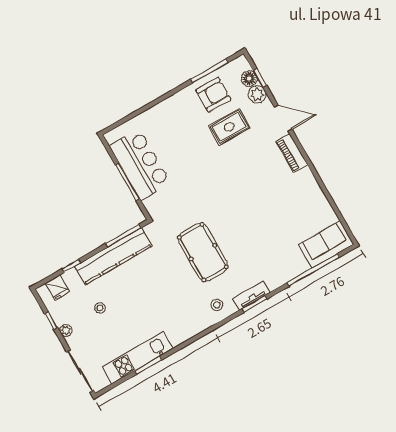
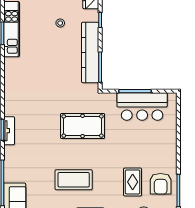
coffee table: (264, 193) -> (74, 180), added
pool table: (203, 252) -> (83, 126), moved
stool: (217, 305) -> (16, 104), removed

